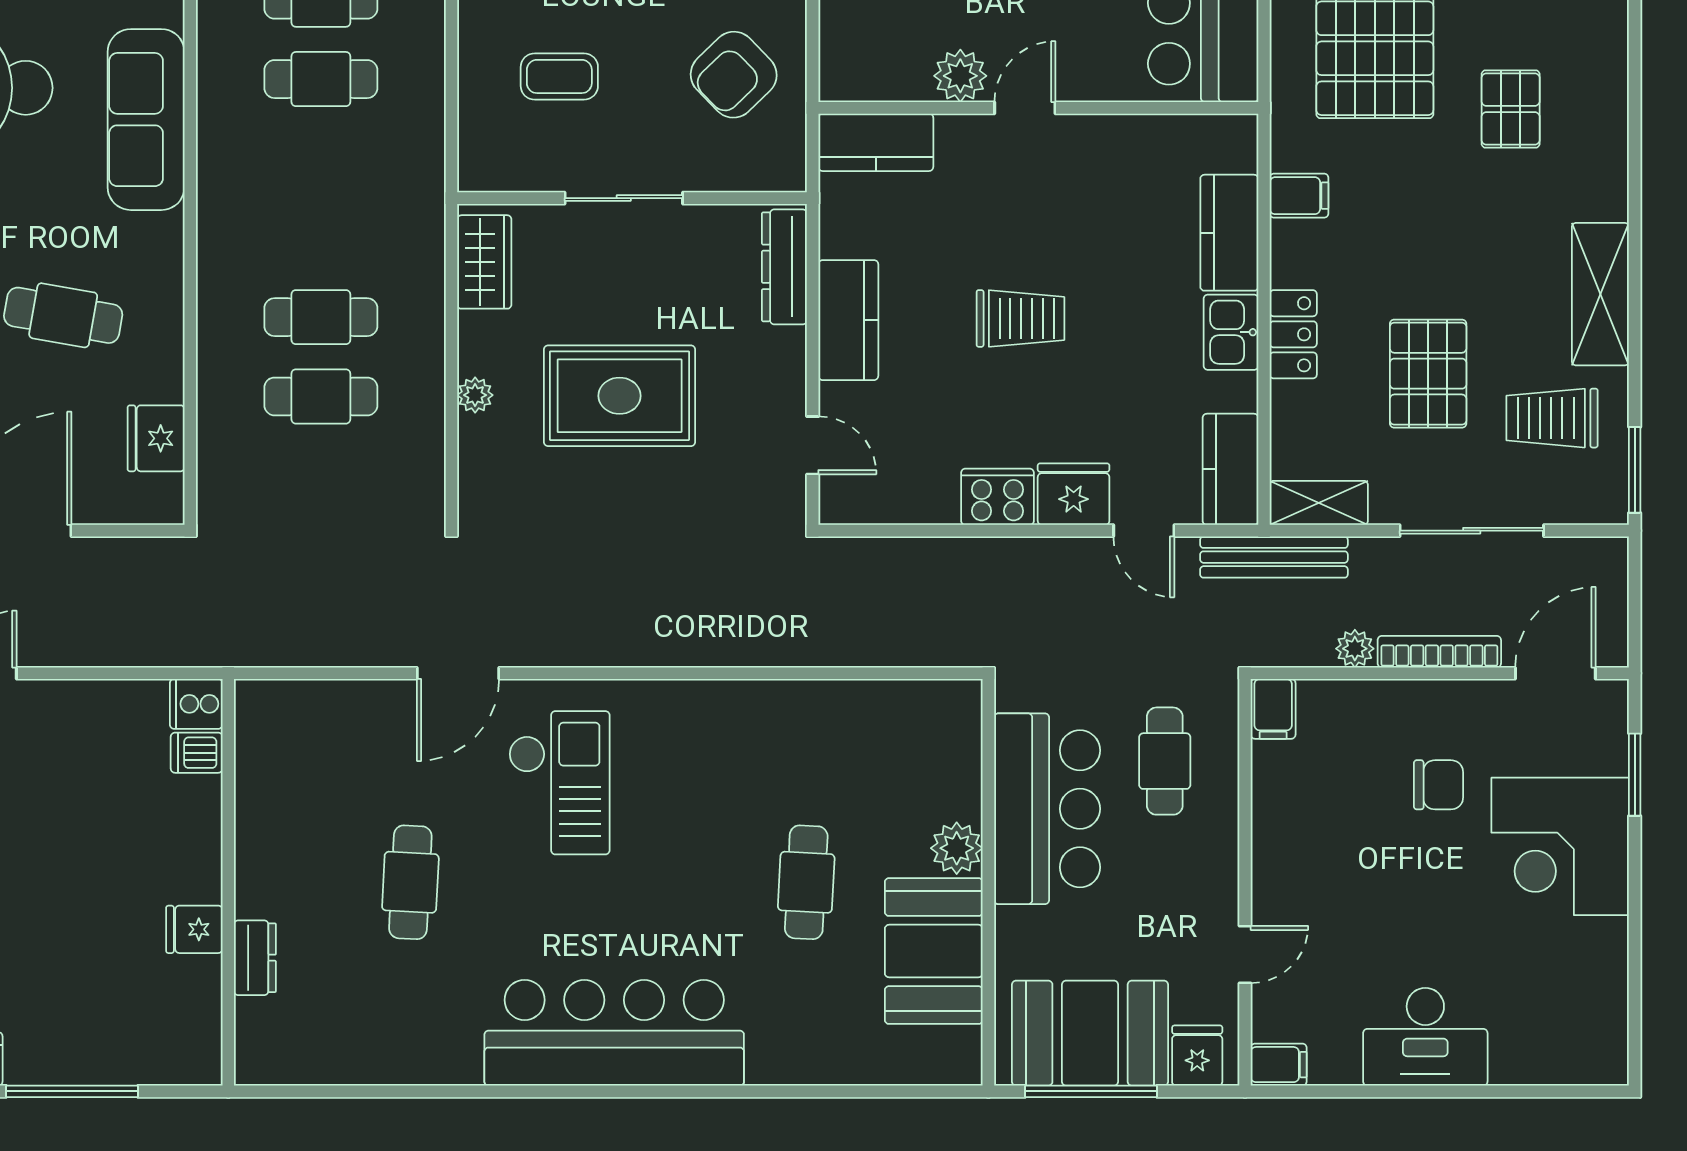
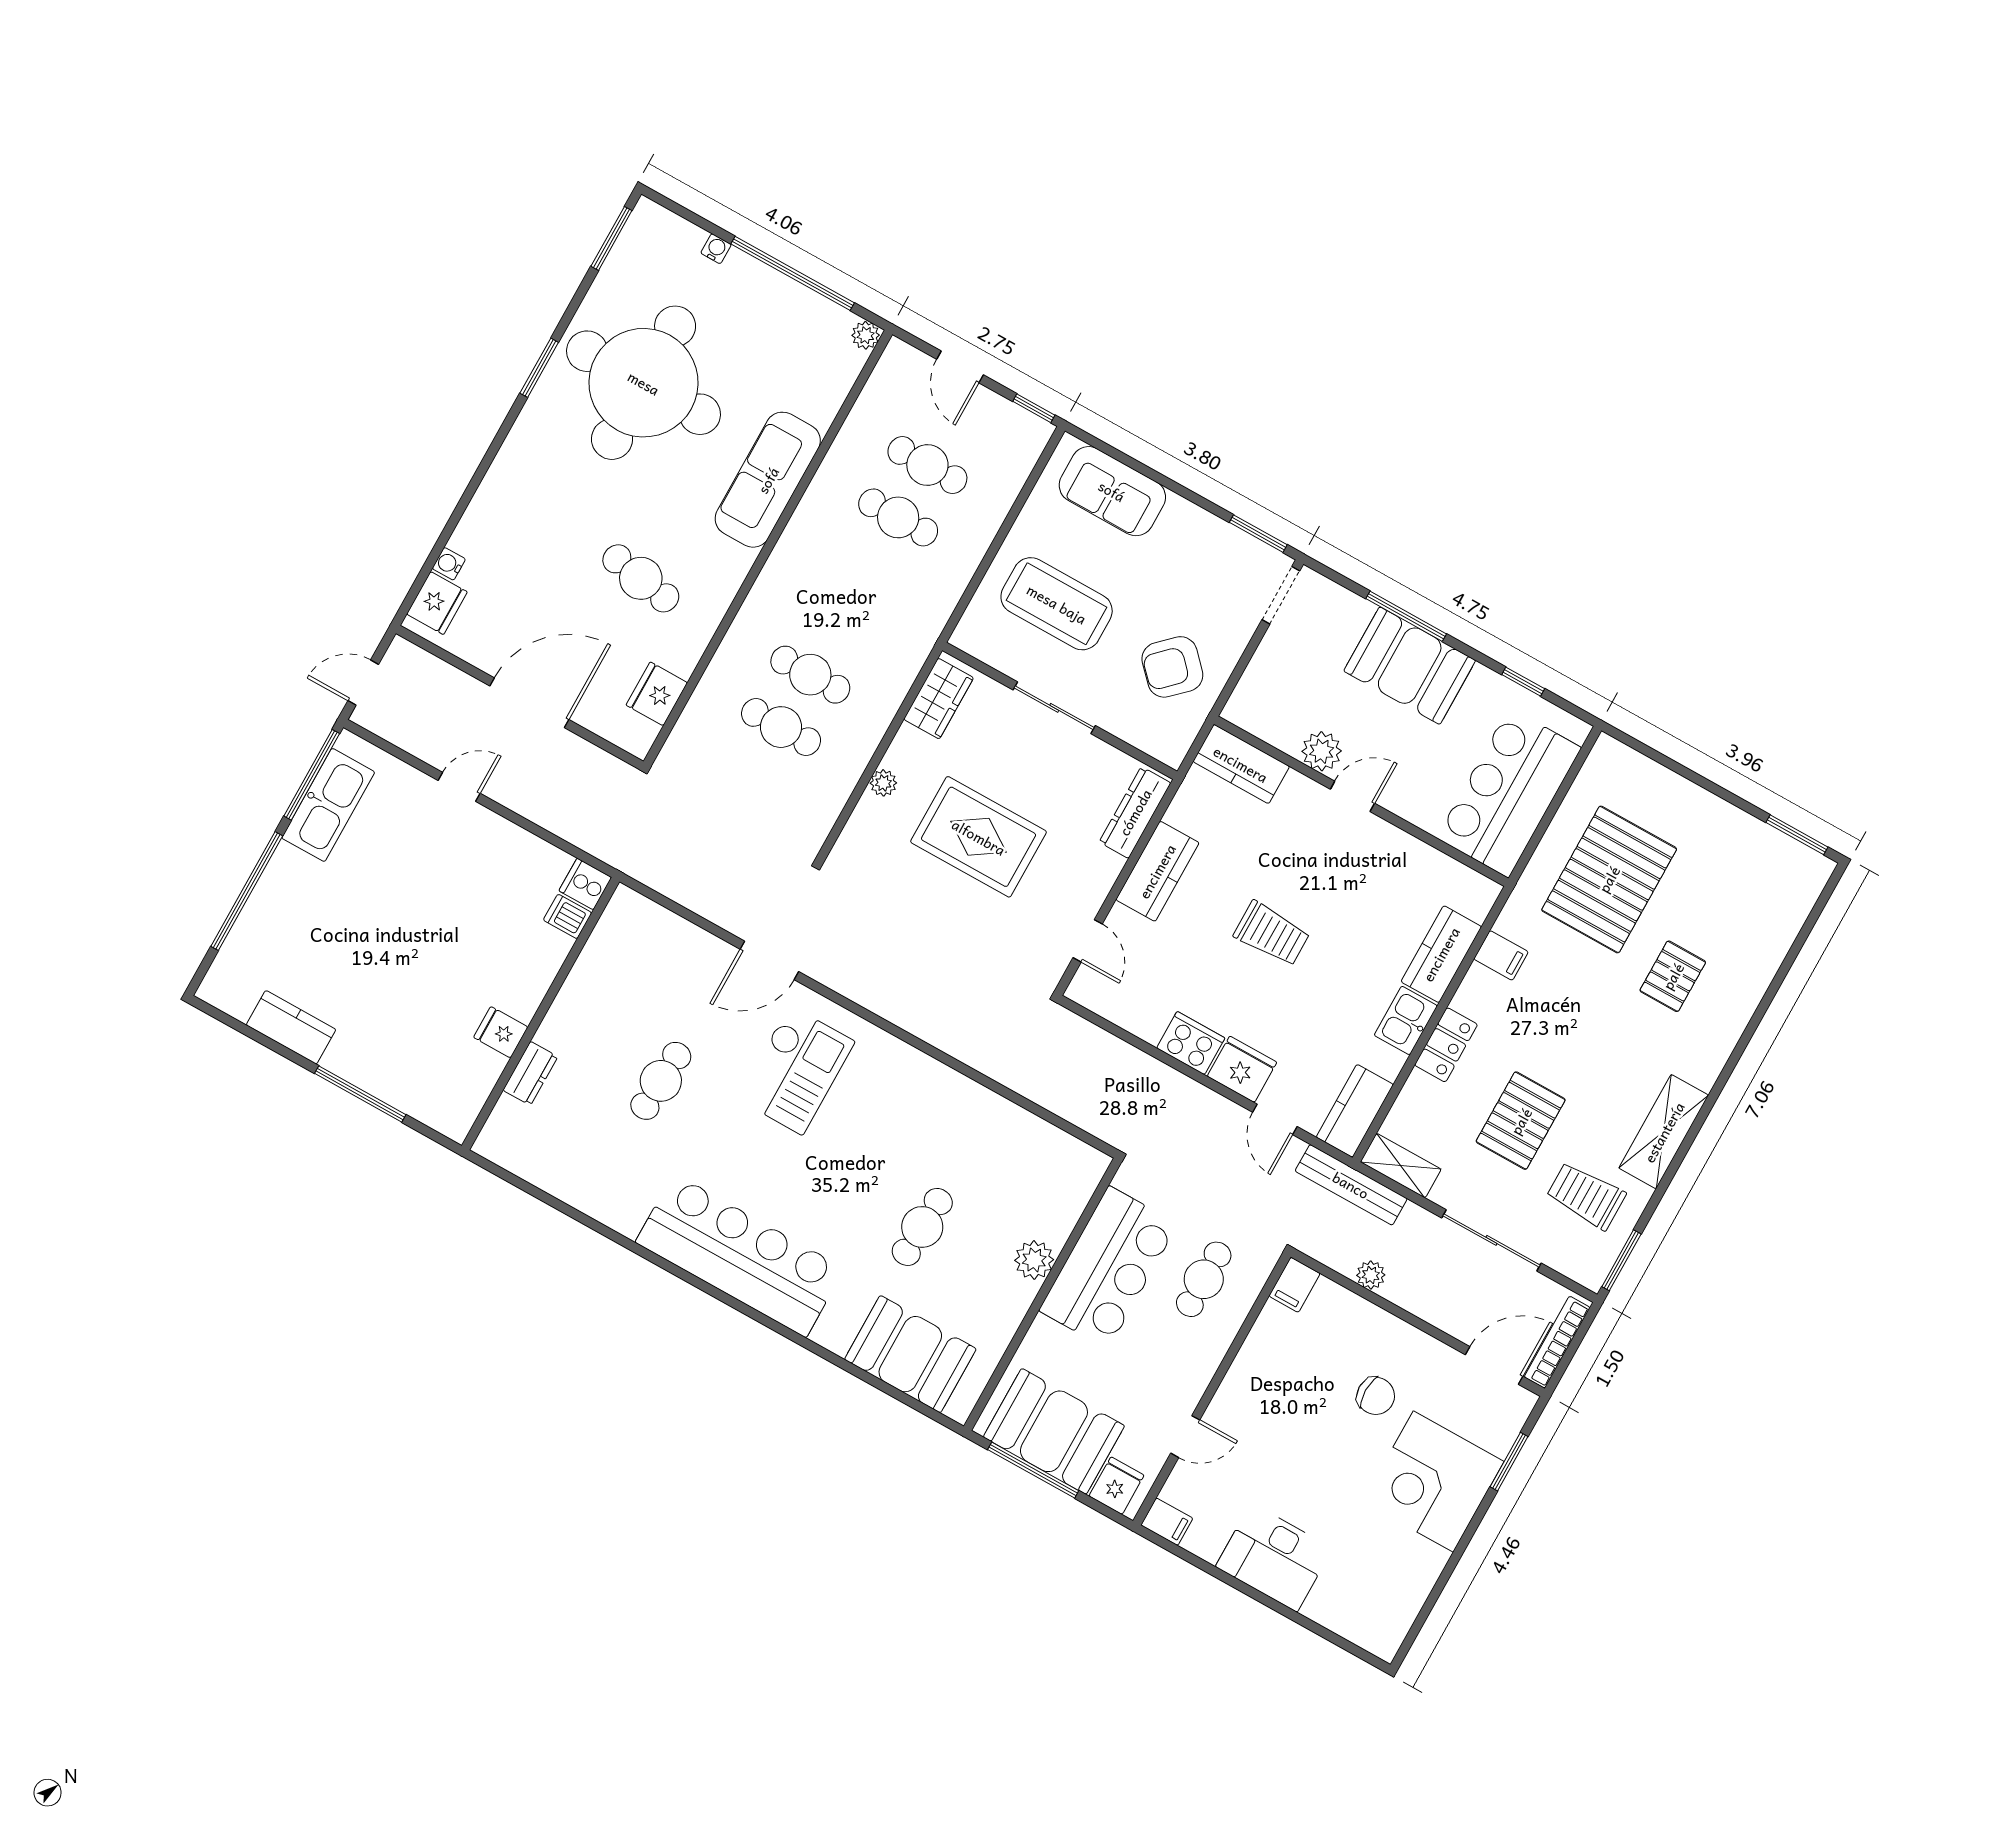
coffee table: (559, 76) -> (1057, 604), width x1.86, depth x1.72
bookcase: (1439, 652) -> (1557, 1342), moved, turned -90
booth: (934, 951) -> (910, 1354), moved, turned 90

